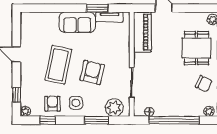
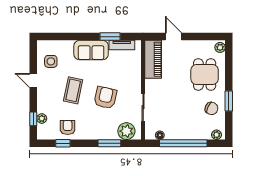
coffee table: (58, 65) -> (73, 90), width x0.73, depth x0.76
side table: (76, 103) -> (51, 61), moved
plant: (25, 111) -> (42, 118), moved

